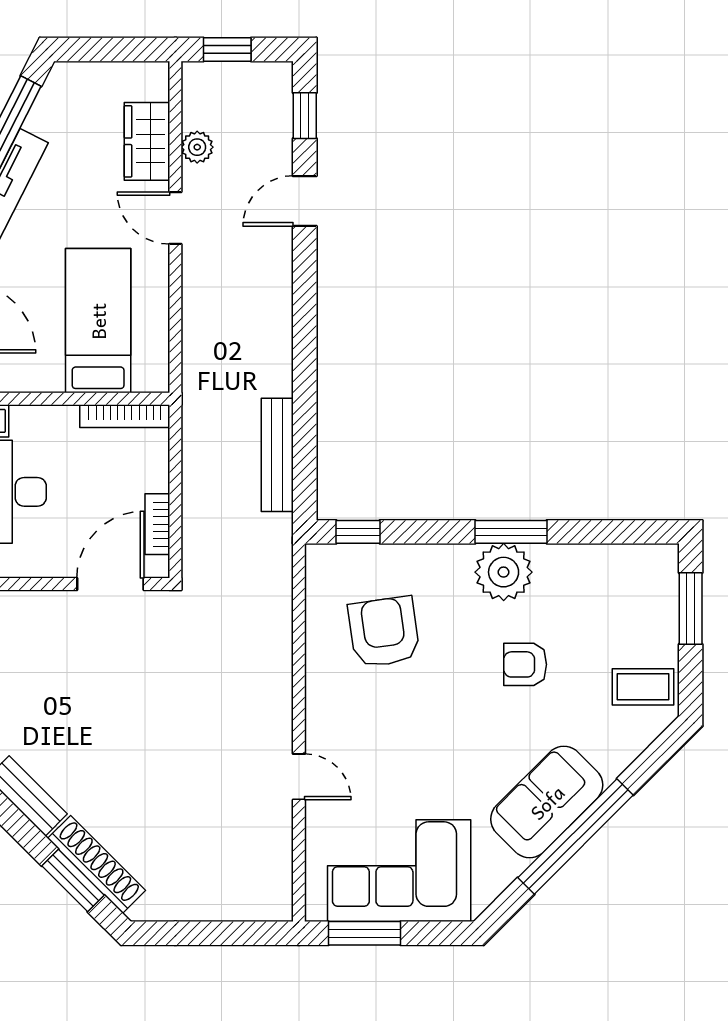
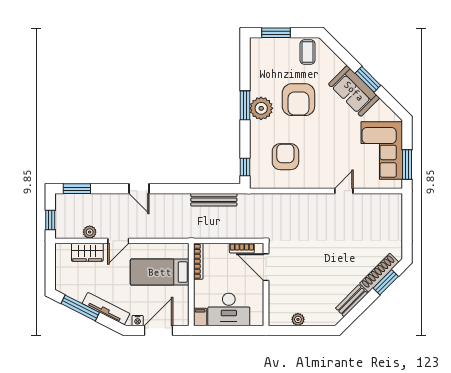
window: (305, 116) -> (77, 189), width x1.50
door: (305, 201) -> (139, 189), moved
armchair: (384, 632) -> (285, 157), turned 98
armchair: (525, 664) -> (298, 100), width x1.88, depth x1.88
window: (576, 836) -> (368, 79), width x0.47

